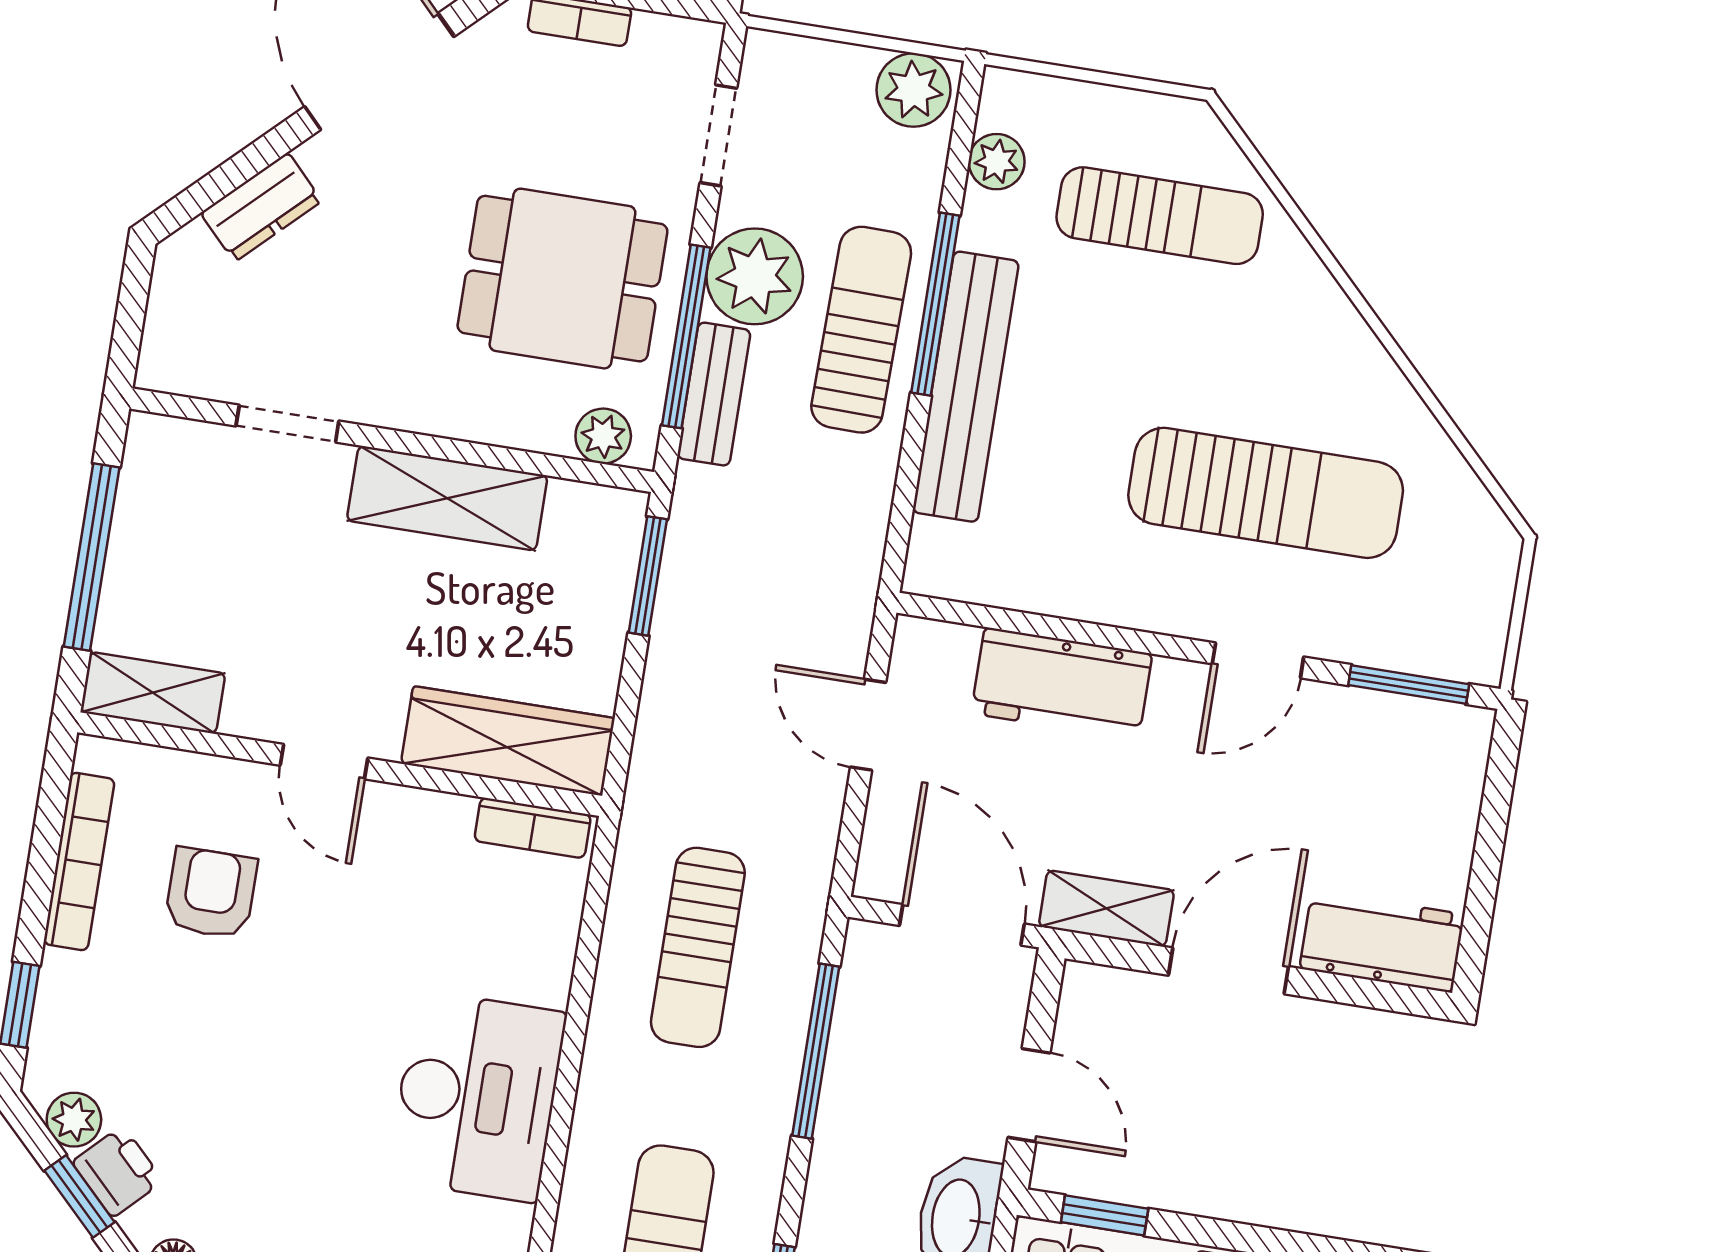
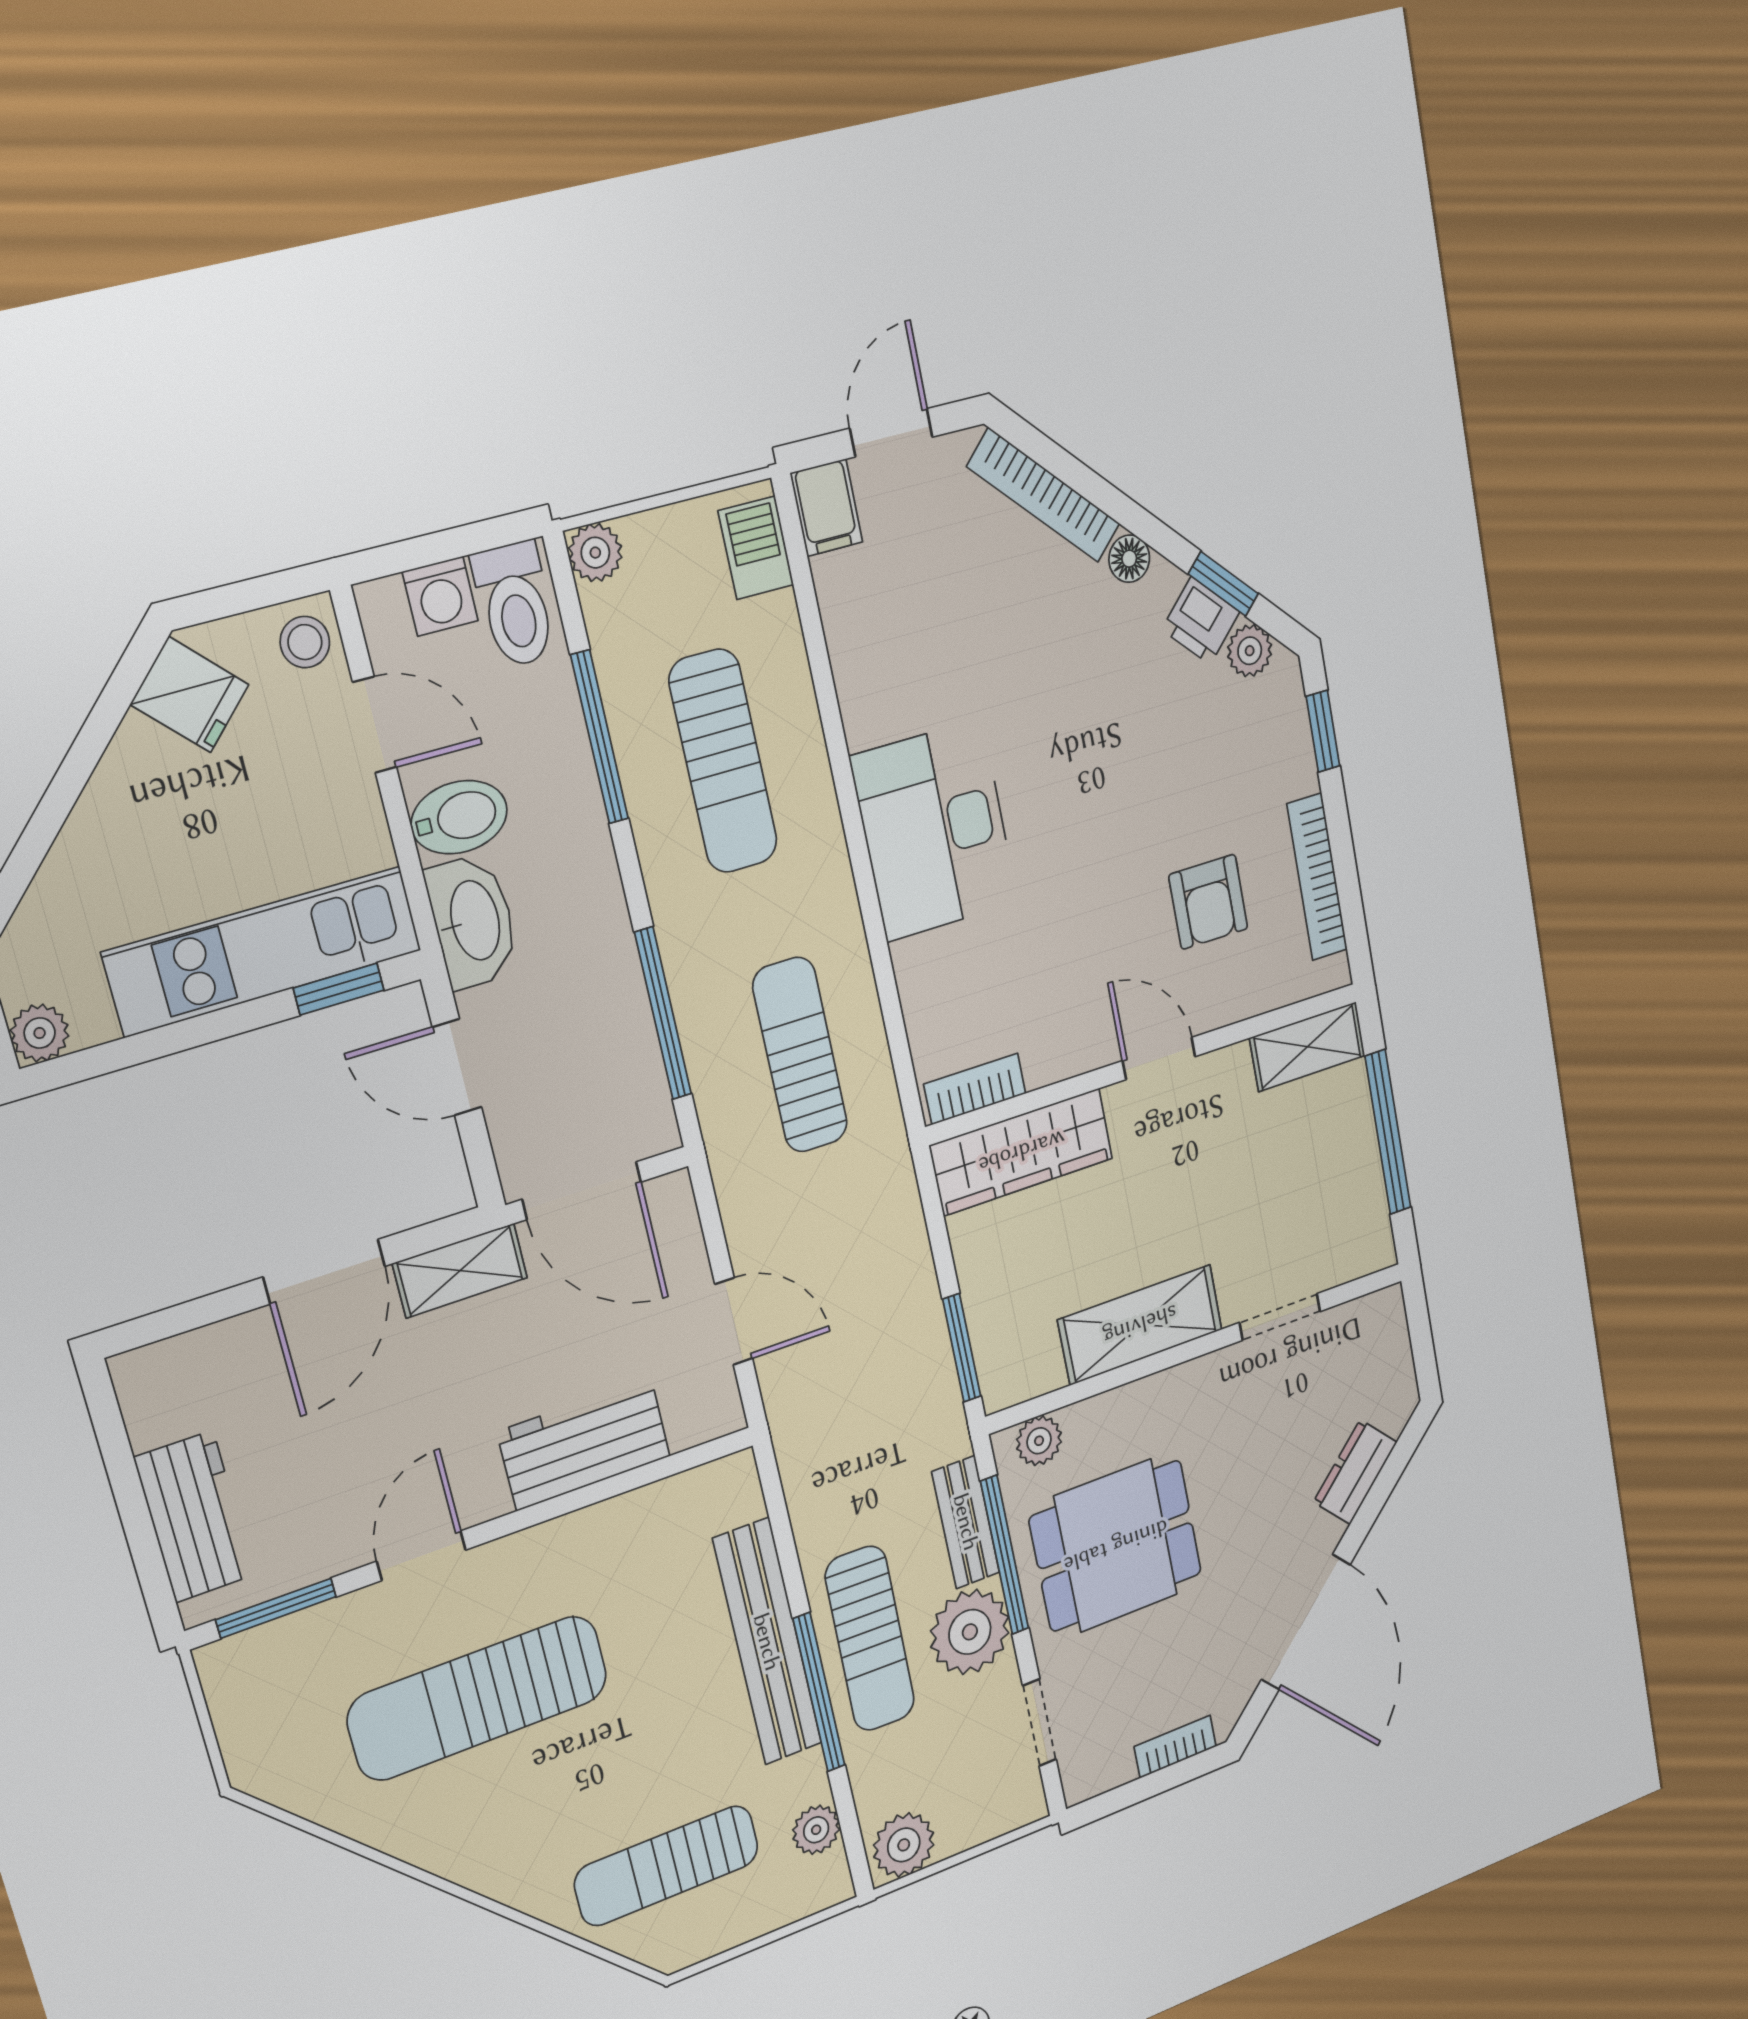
workbench: (1382, 941) -> (194, 1517), moved, turned -90

